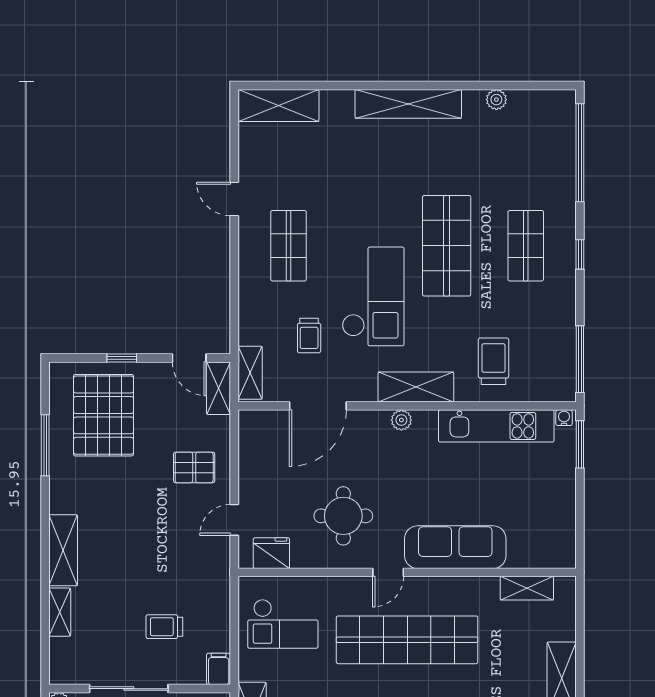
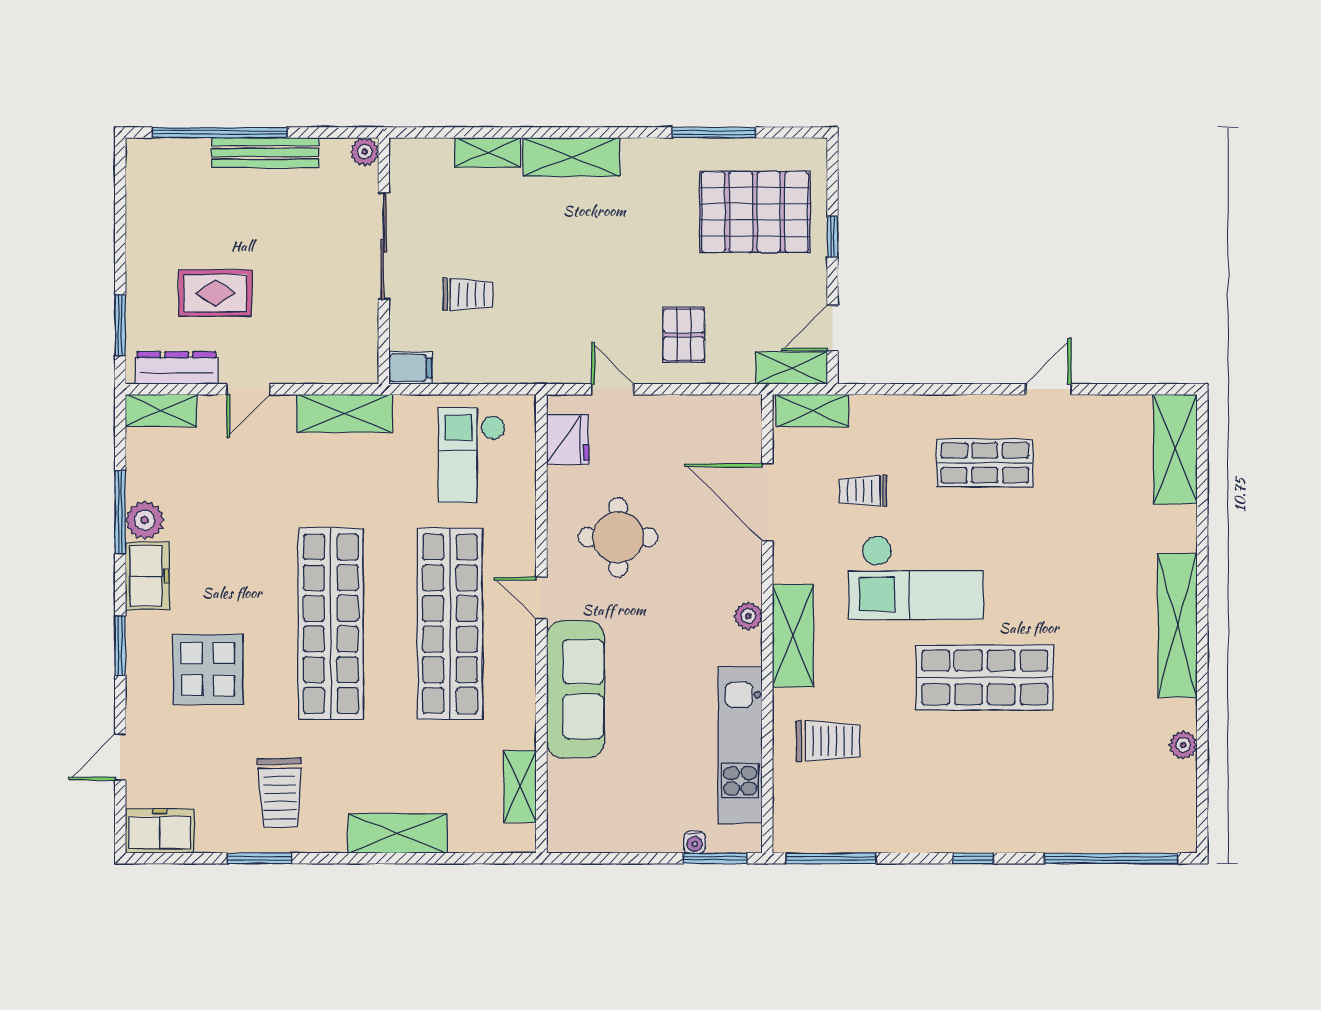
shop shelf: (526, 246) -> (985, 785), removed
water cooler: (564, 418) -> (695, 842), moved, turned 90
trolley: (164, 627) -> (468, 294), turned 90

